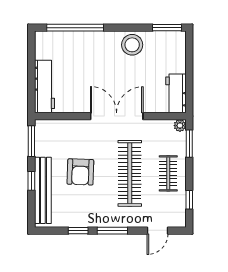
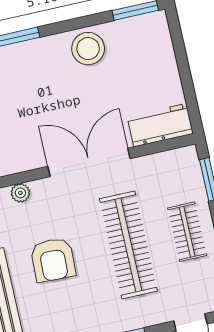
workbench: (176, 93) -> (160, 125), moved, turned 90
plant: (180, 126) -> (20, 193), moved

